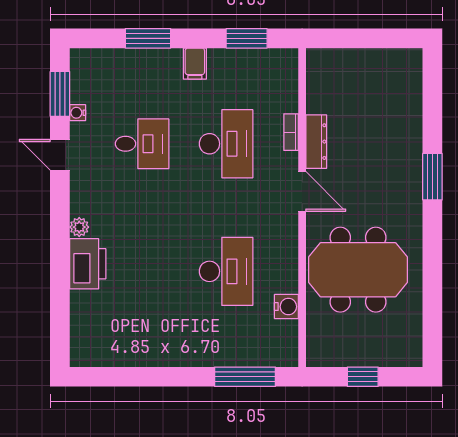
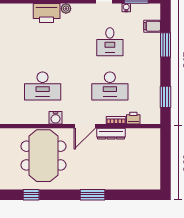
filing cabinet: (195, 64) -> (152, 26), moved
printer: (287, 99) -> (133, 118), added
window: (432, 293) -> (31, 195), added
water cooler: (286, 307) -> (56, 118), moved

